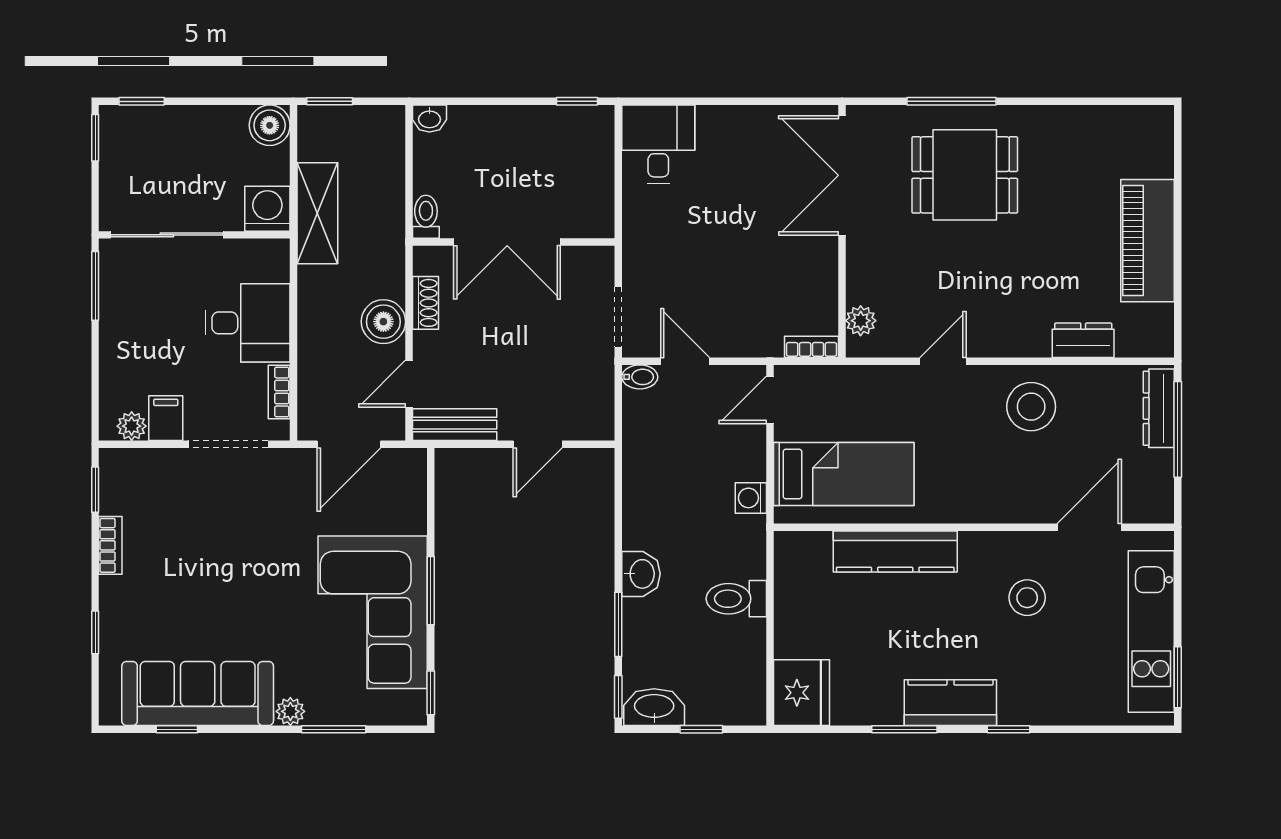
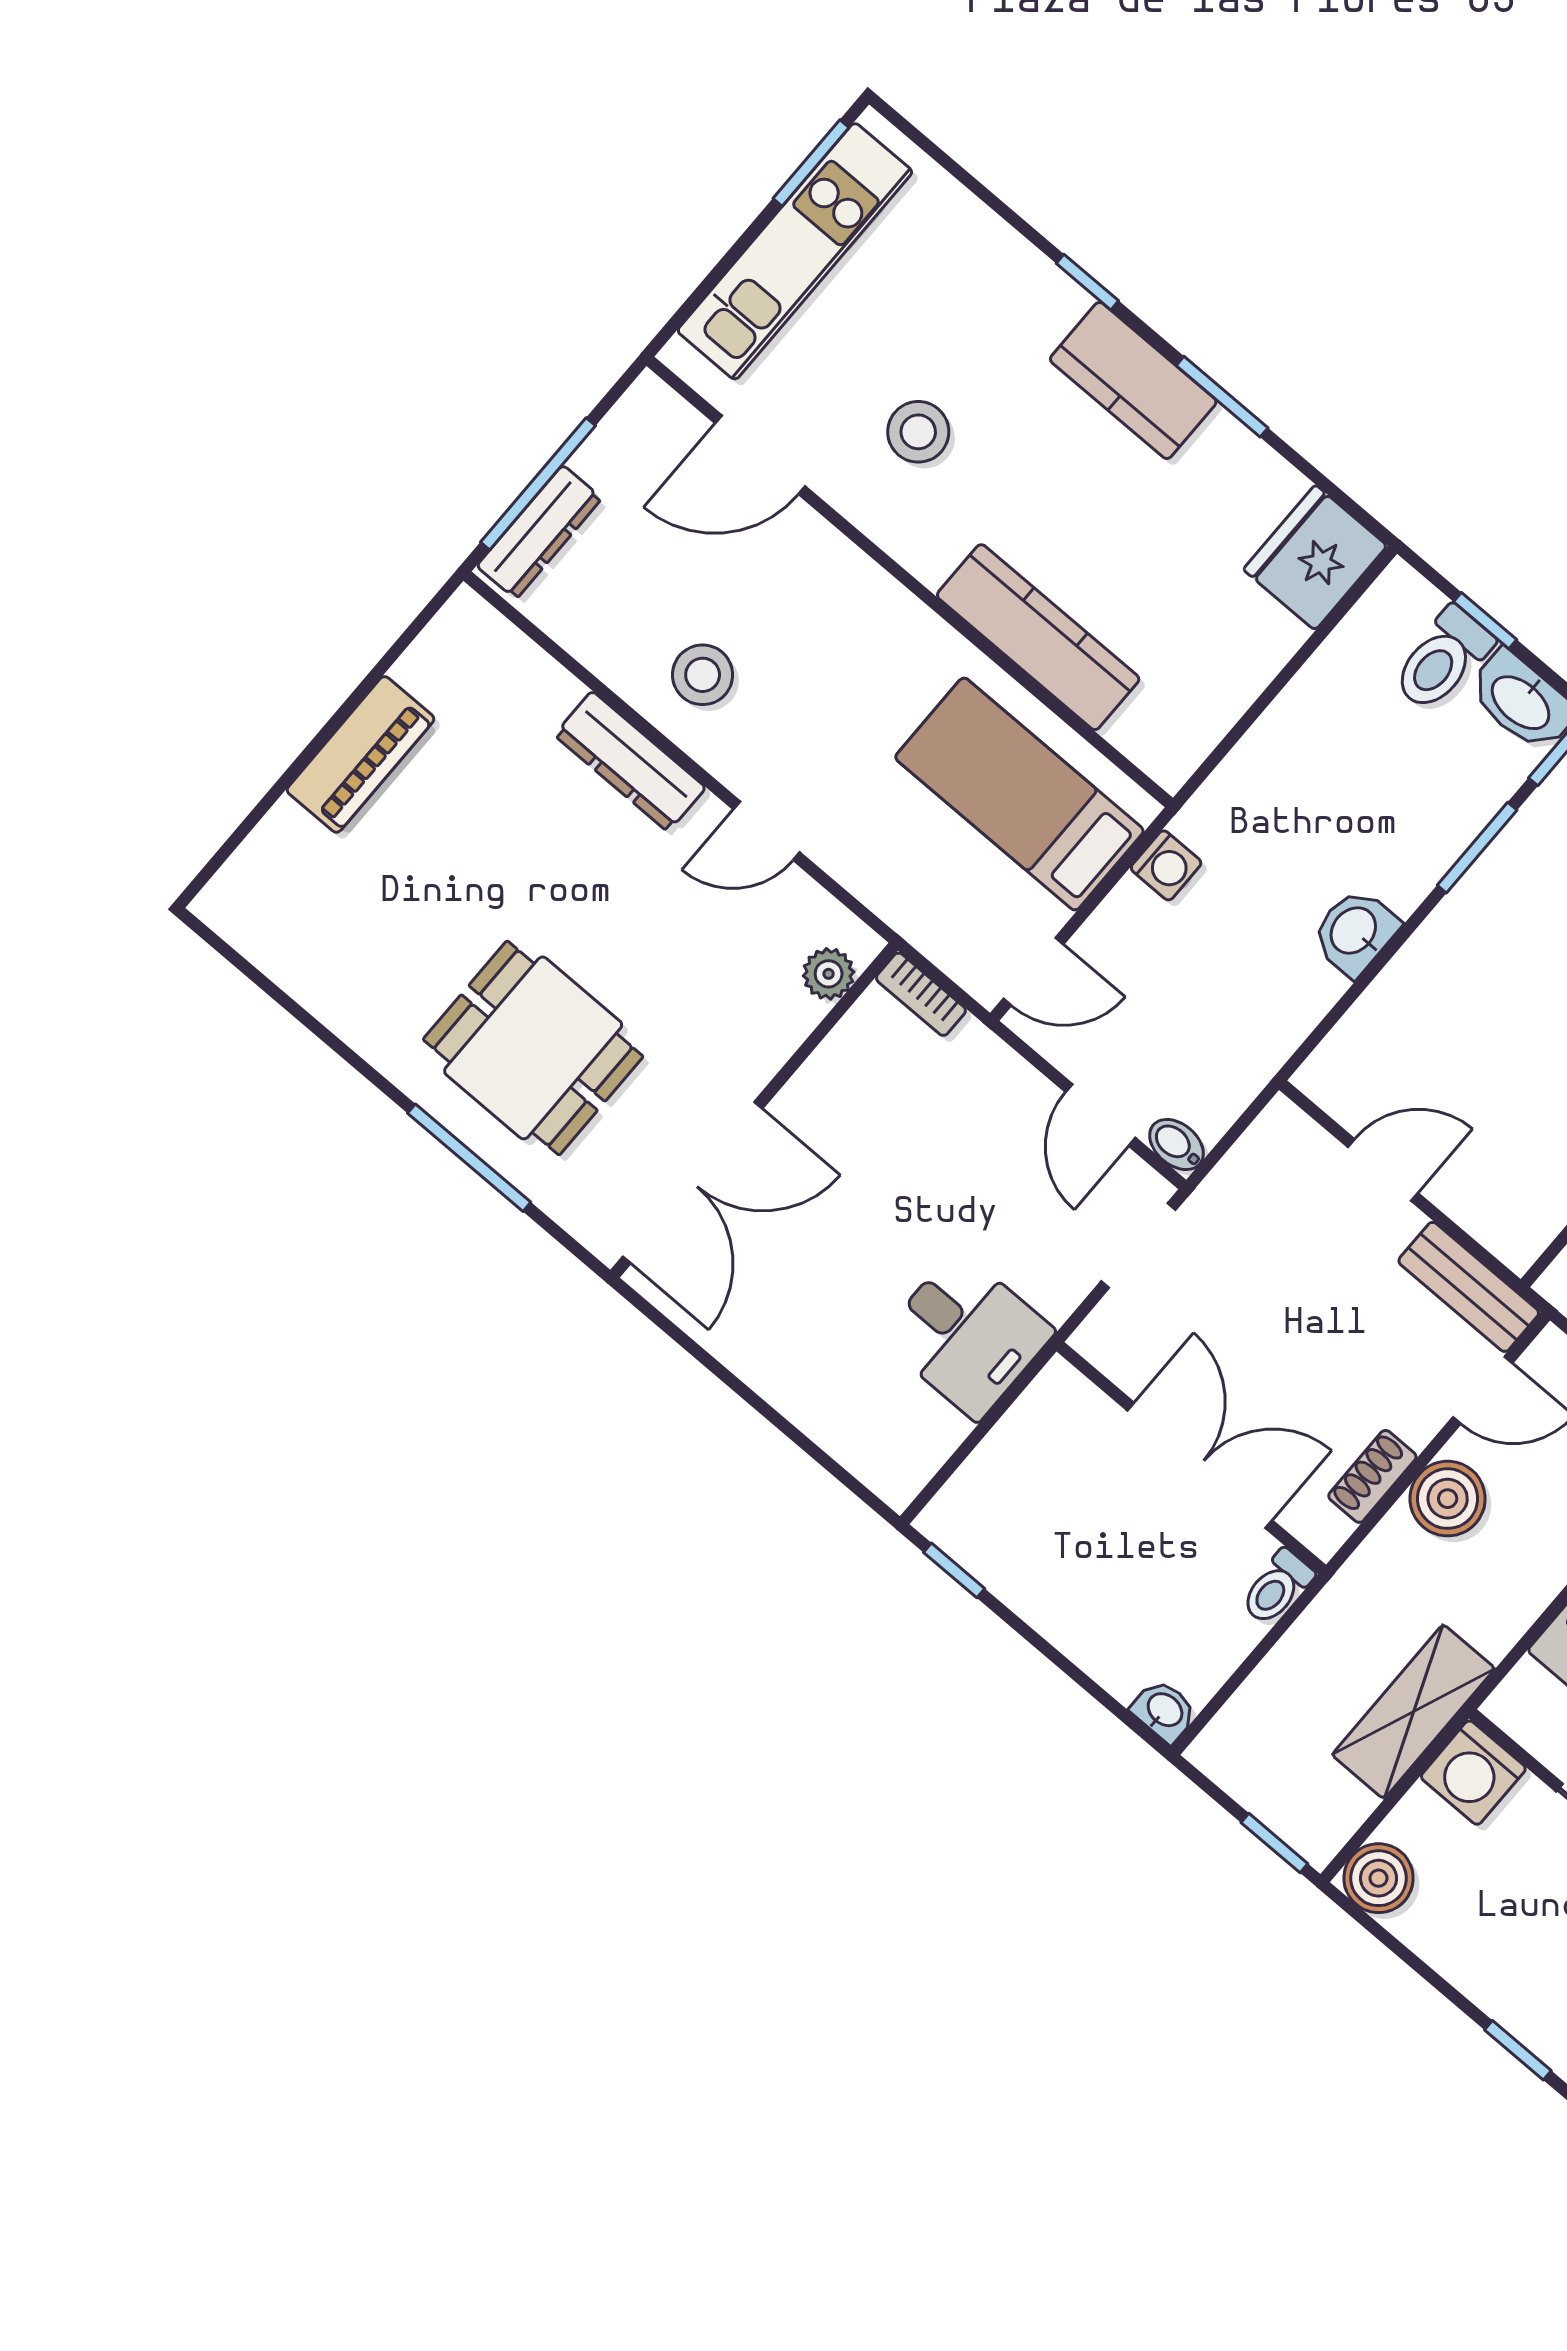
desk: (658, 144) -> (967, 1335), moved, turned -90
piano: (1147, 241) -> (361, 754), width x0.73, depth x0.75
dresser: (1083, 340) -> (630, 761), moved, width x1.44
stool: (1031, 407) -> (703, 675), width x0.73, depth x0.73
washbasin: (641, 574) -> (1355, 932), moved
toilet: (736, 599) -> (1442, 659), moved, turned 90

